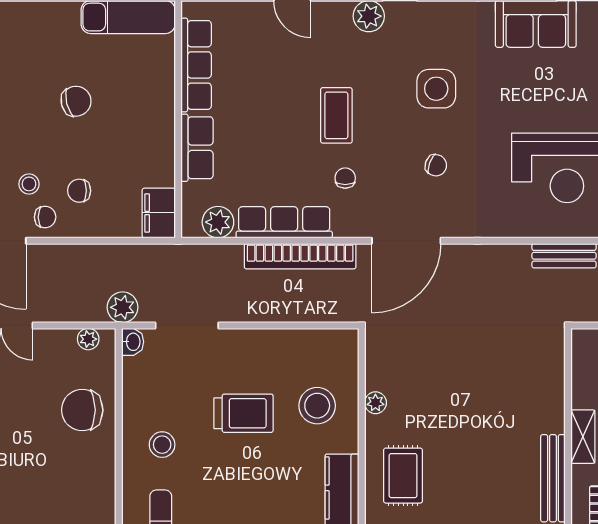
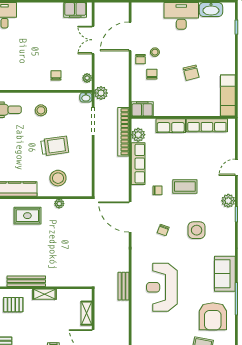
bookcase: (300, 256) -> (123, 132), moved
chair: (82, 410) -> (56, 75), width x0.54, depth x0.54
trolley: (244, 413) -> (55, 146), turned -98

